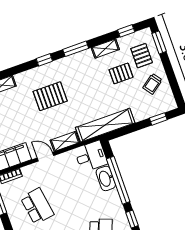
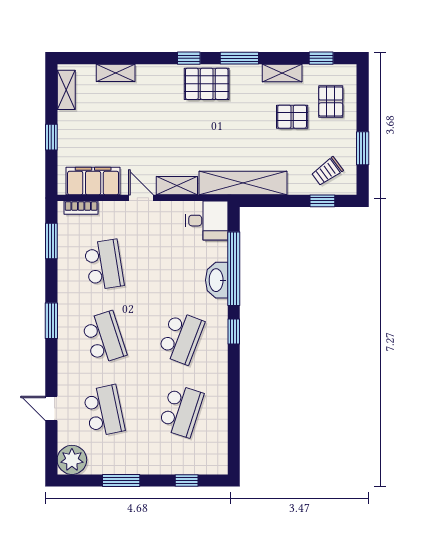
window: (159, 42) -> (363, 148), moved
trolley: (152, 84) -> (327, 171), moved
pallet: (50, 96) -> (207, 84), moved
washbasin: (106, 178) -> (217, 280), moved

